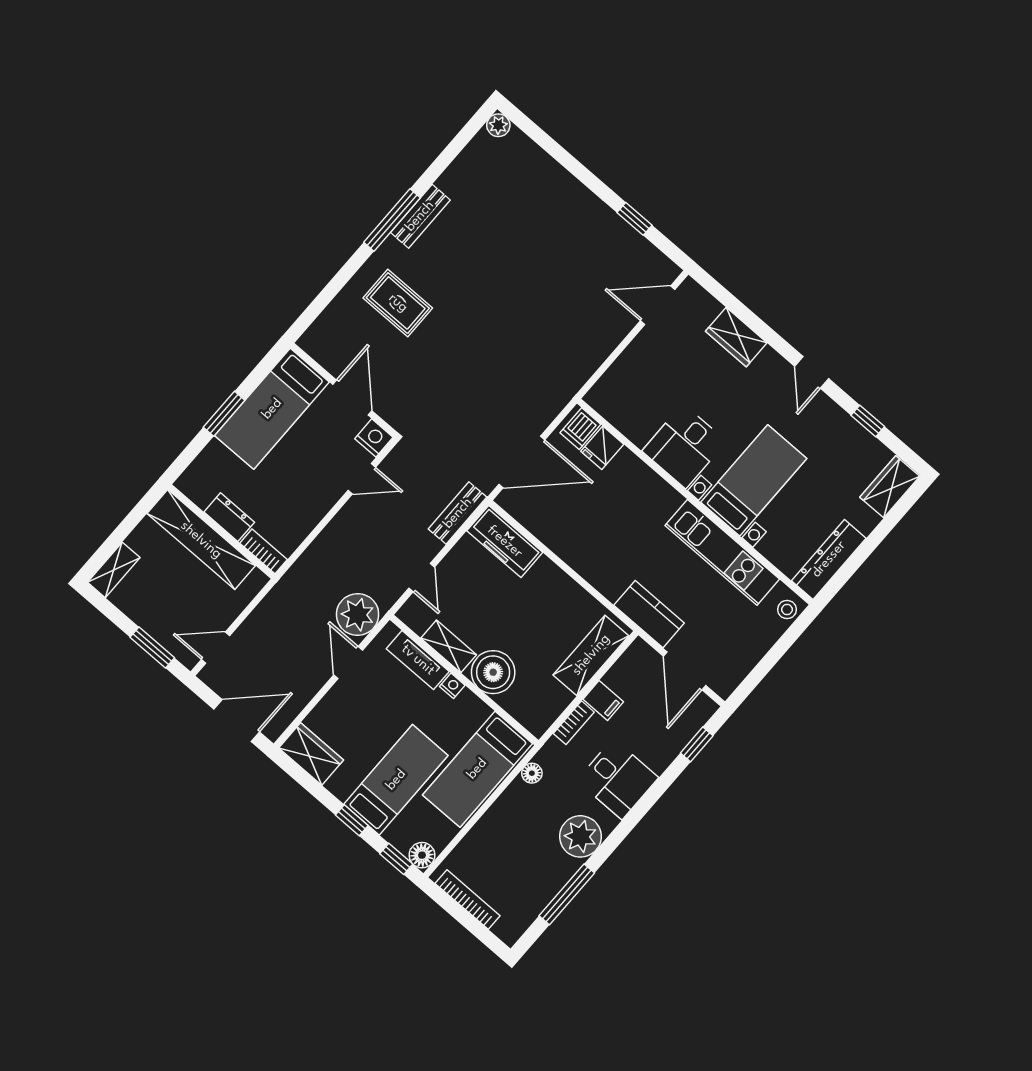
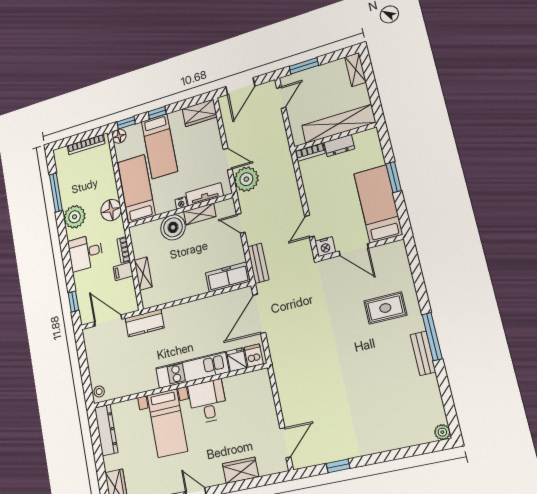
kitchen unit: (722, 552) -> (192, 370), moved
shelving: (591, 655) -> (143, 274), width x0.67, depth x0.75
floor lamp: (532, 773) -> (111, 210), width x1.89, depth x1.89

